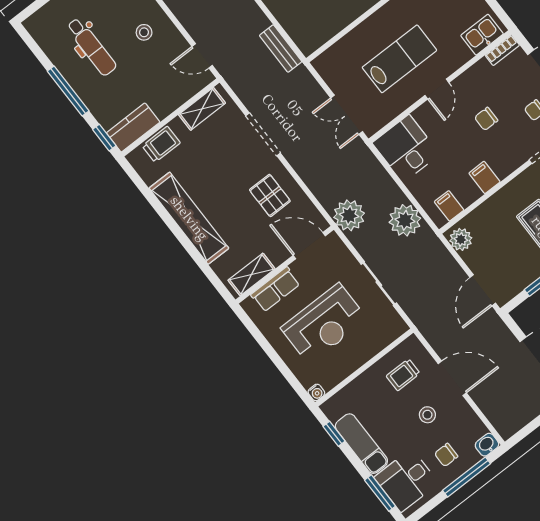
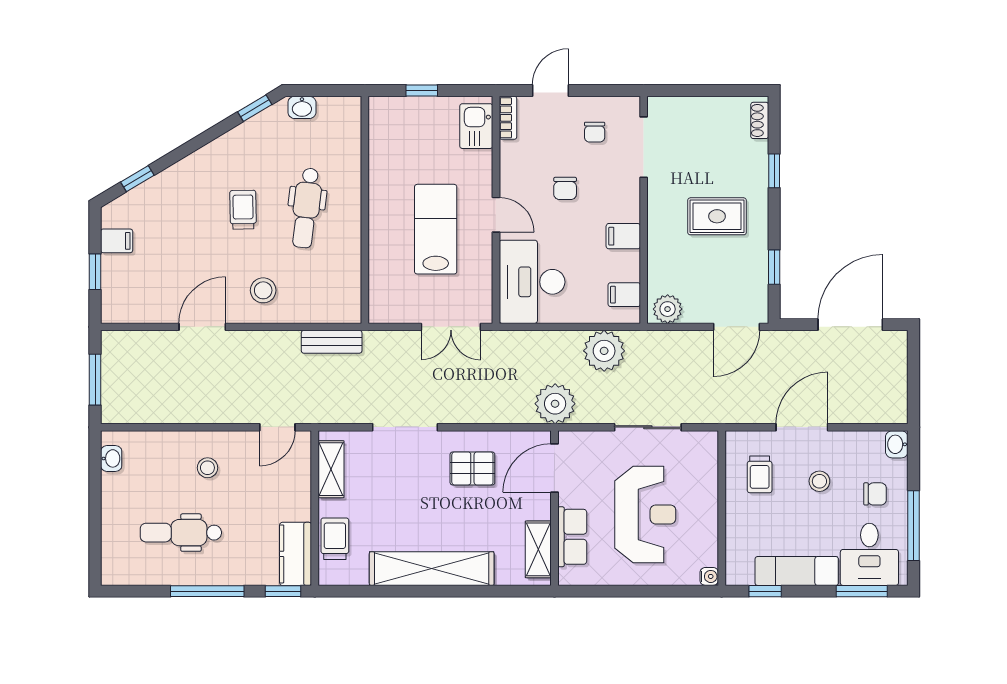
dental chair: (91, 47) -> (181, 533), turned 180
desk: (406, 149) -> (532, 282), width x1.37
door: (483, 290) -> (736, 327), hinge flipped
chair: (446, 455) -> (875, 494), turned -90
window: (466, 477) -> (913, 526), moved

